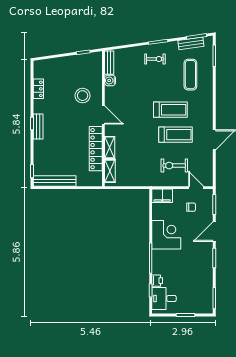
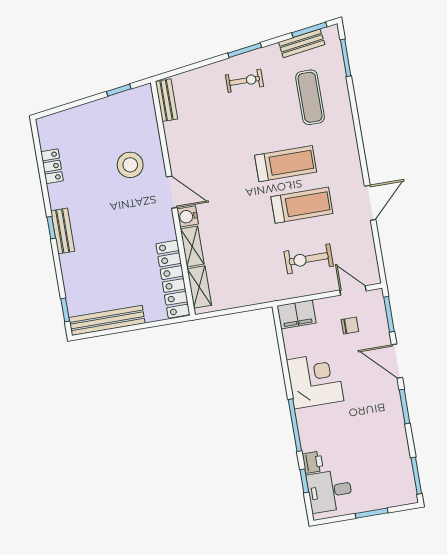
water cooler: (110, 80) -> (188, 216), moved
locker: (96, 149) -> (173, 279), moved
door: (214, 232) -> (397, 361), hinge flipped

